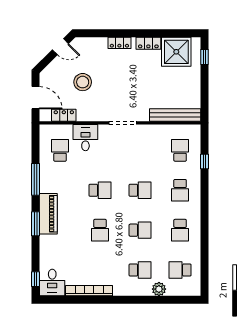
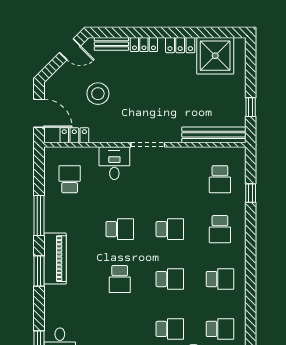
bench: (93, 42) -> (111, 44), added
window: (205, 57) -> (251, 107), moved
desk: (85, 138) -> (114, 163), moved
school desk: (180, 150) -> (220, 179), turned 180
school desk: (180, 230) -> (220, 279), turned -90
school desk: (180, 270) -> (220, 329), turned 180

